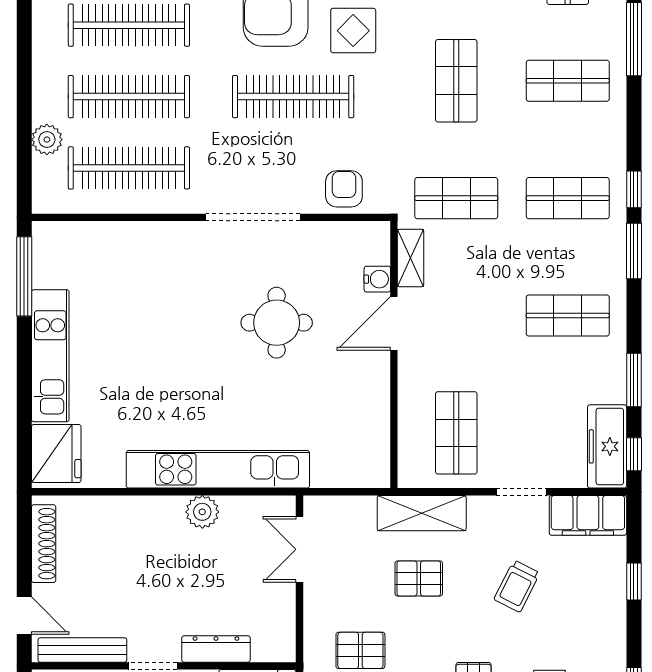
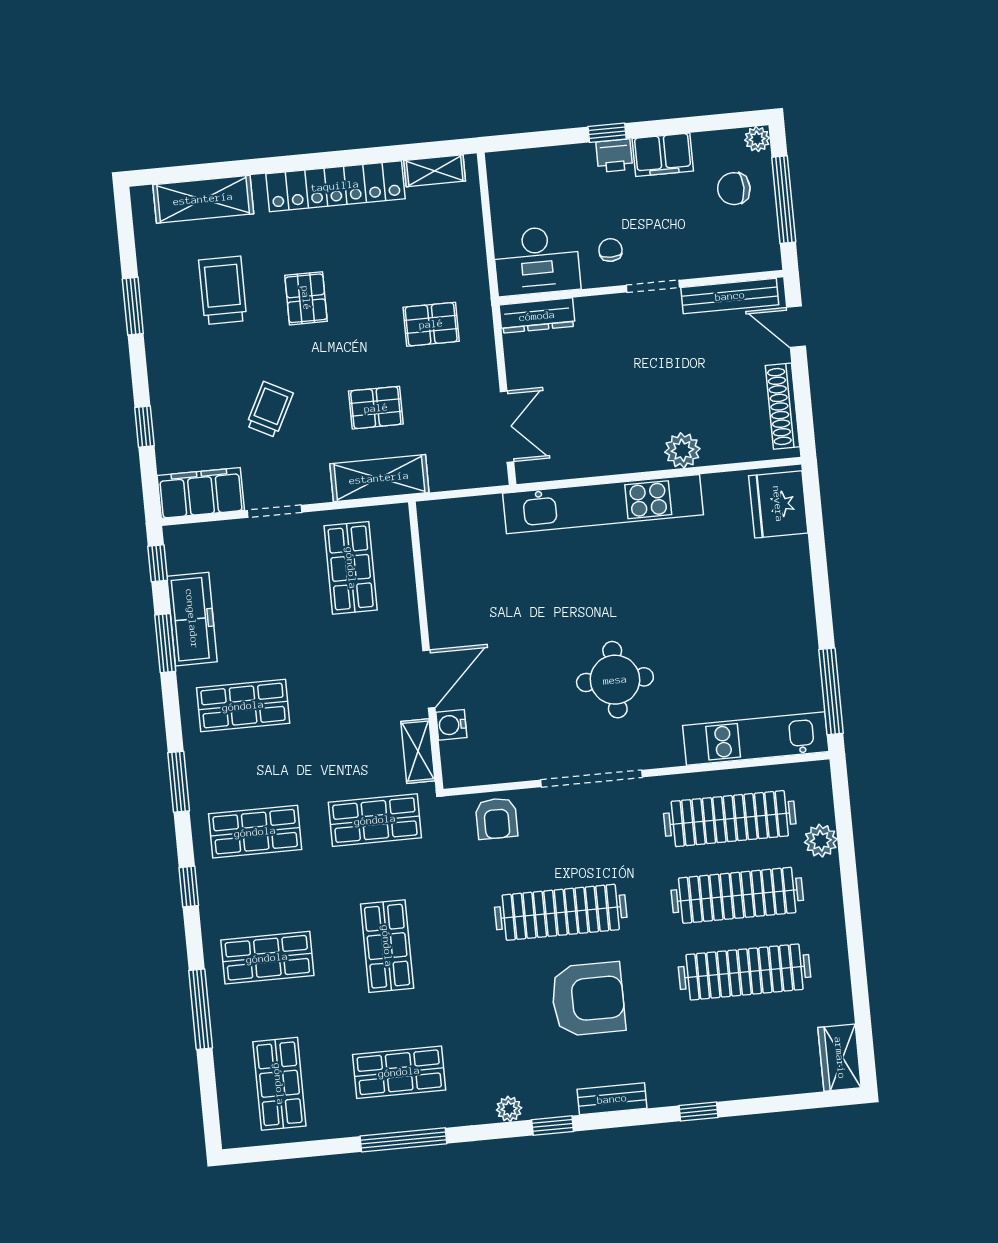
display table: (353, 31) -> (503, 989), removed
window: (634, 189) -> (189, 887), moved
round table: (277, 323) -> (615, 680), moved
kitchen unit: (50, 356) -> (756, 739), moved, turned 90
freezer: (607, 446) -> (192, 619), moved
plant: (202, 512) -> (682, 450), moved
dresser: (216, 649) -> (537, 316), moved

